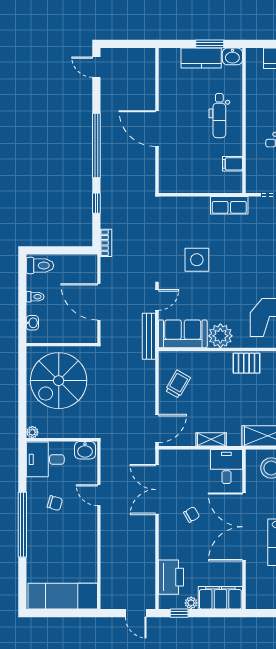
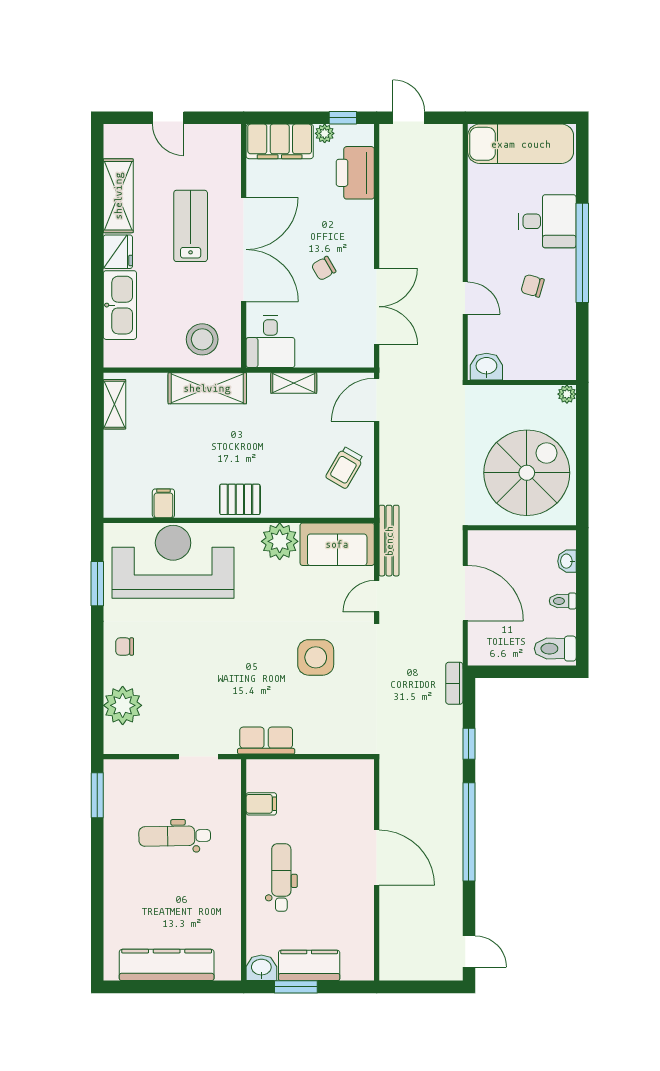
desk: (45, 459) -> (547, 221), moved

